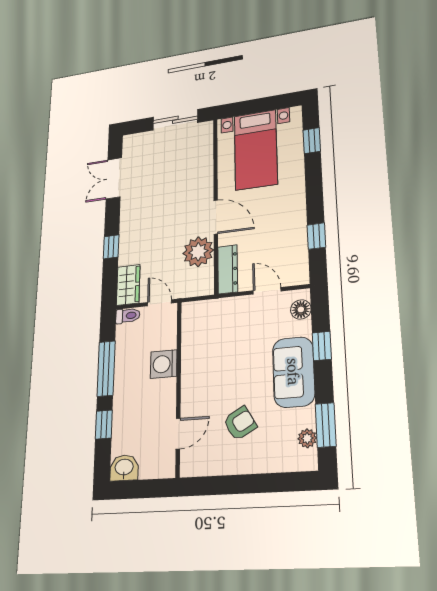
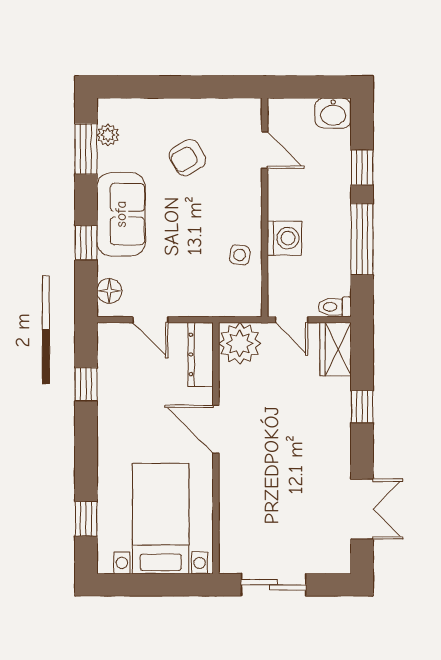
plant: (198, 252) -> (240, 343), moved
side table: (198, 348) -> (240, 255), added
door: (178, 434) -> (265, 150), swing flipped

